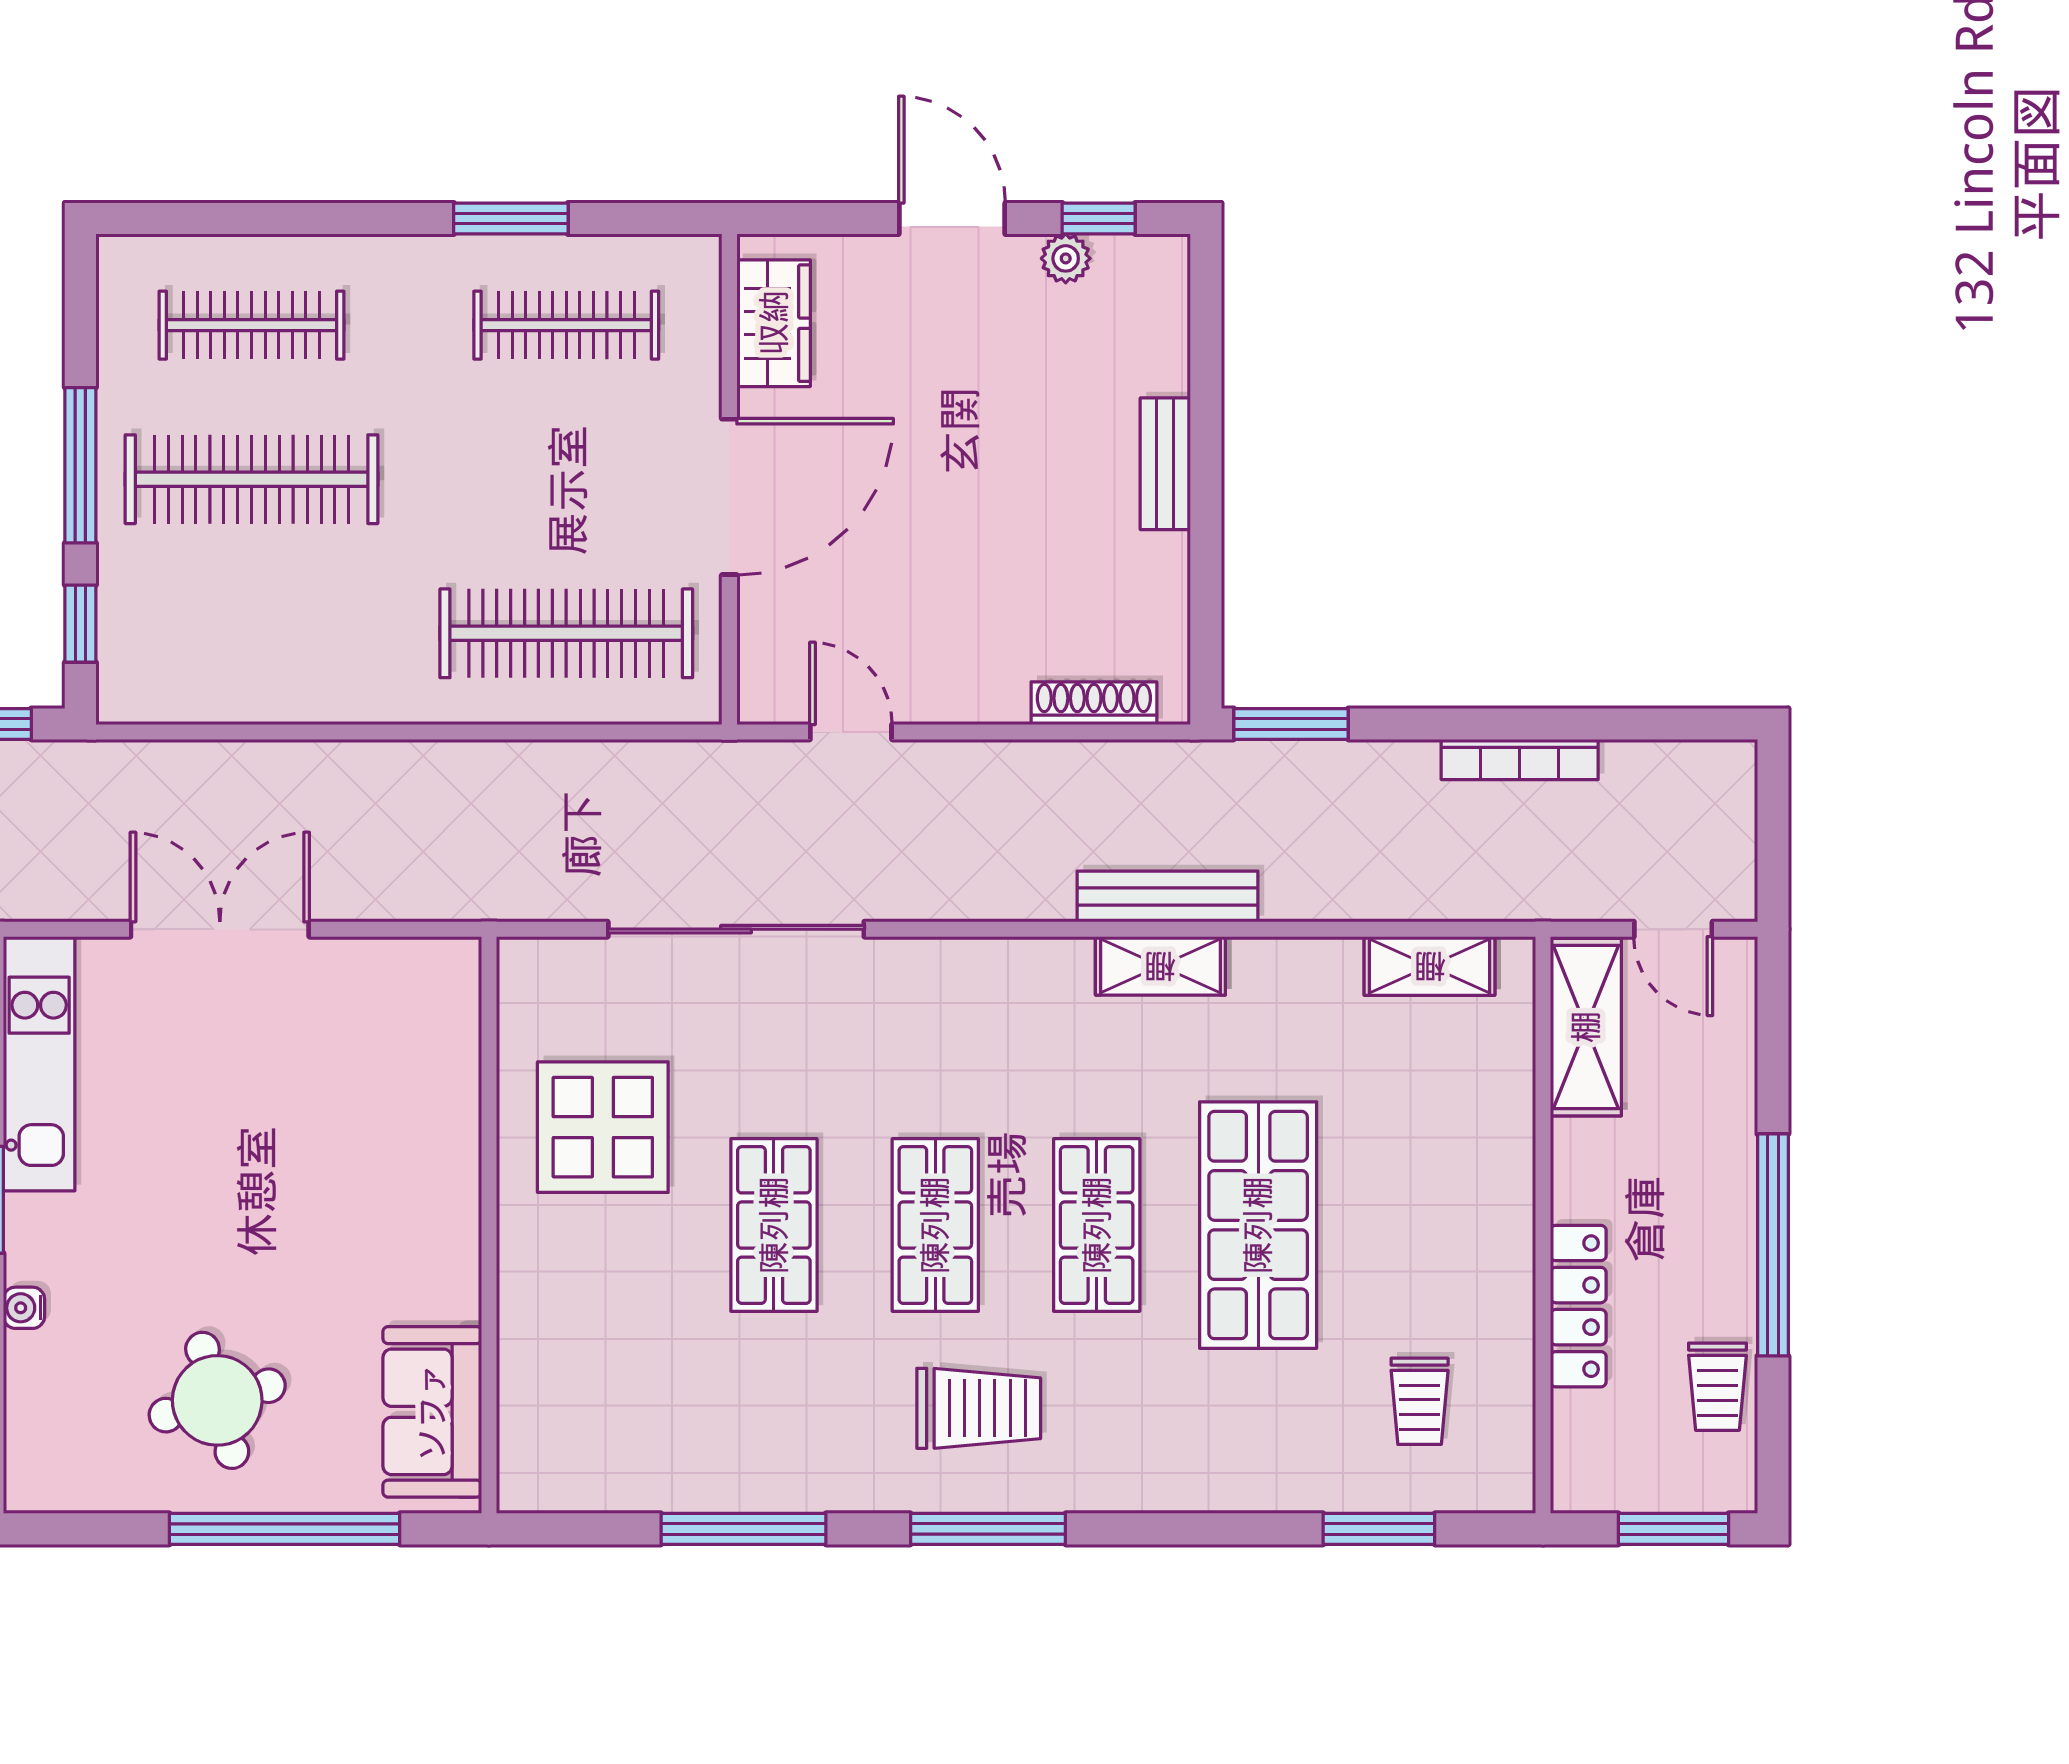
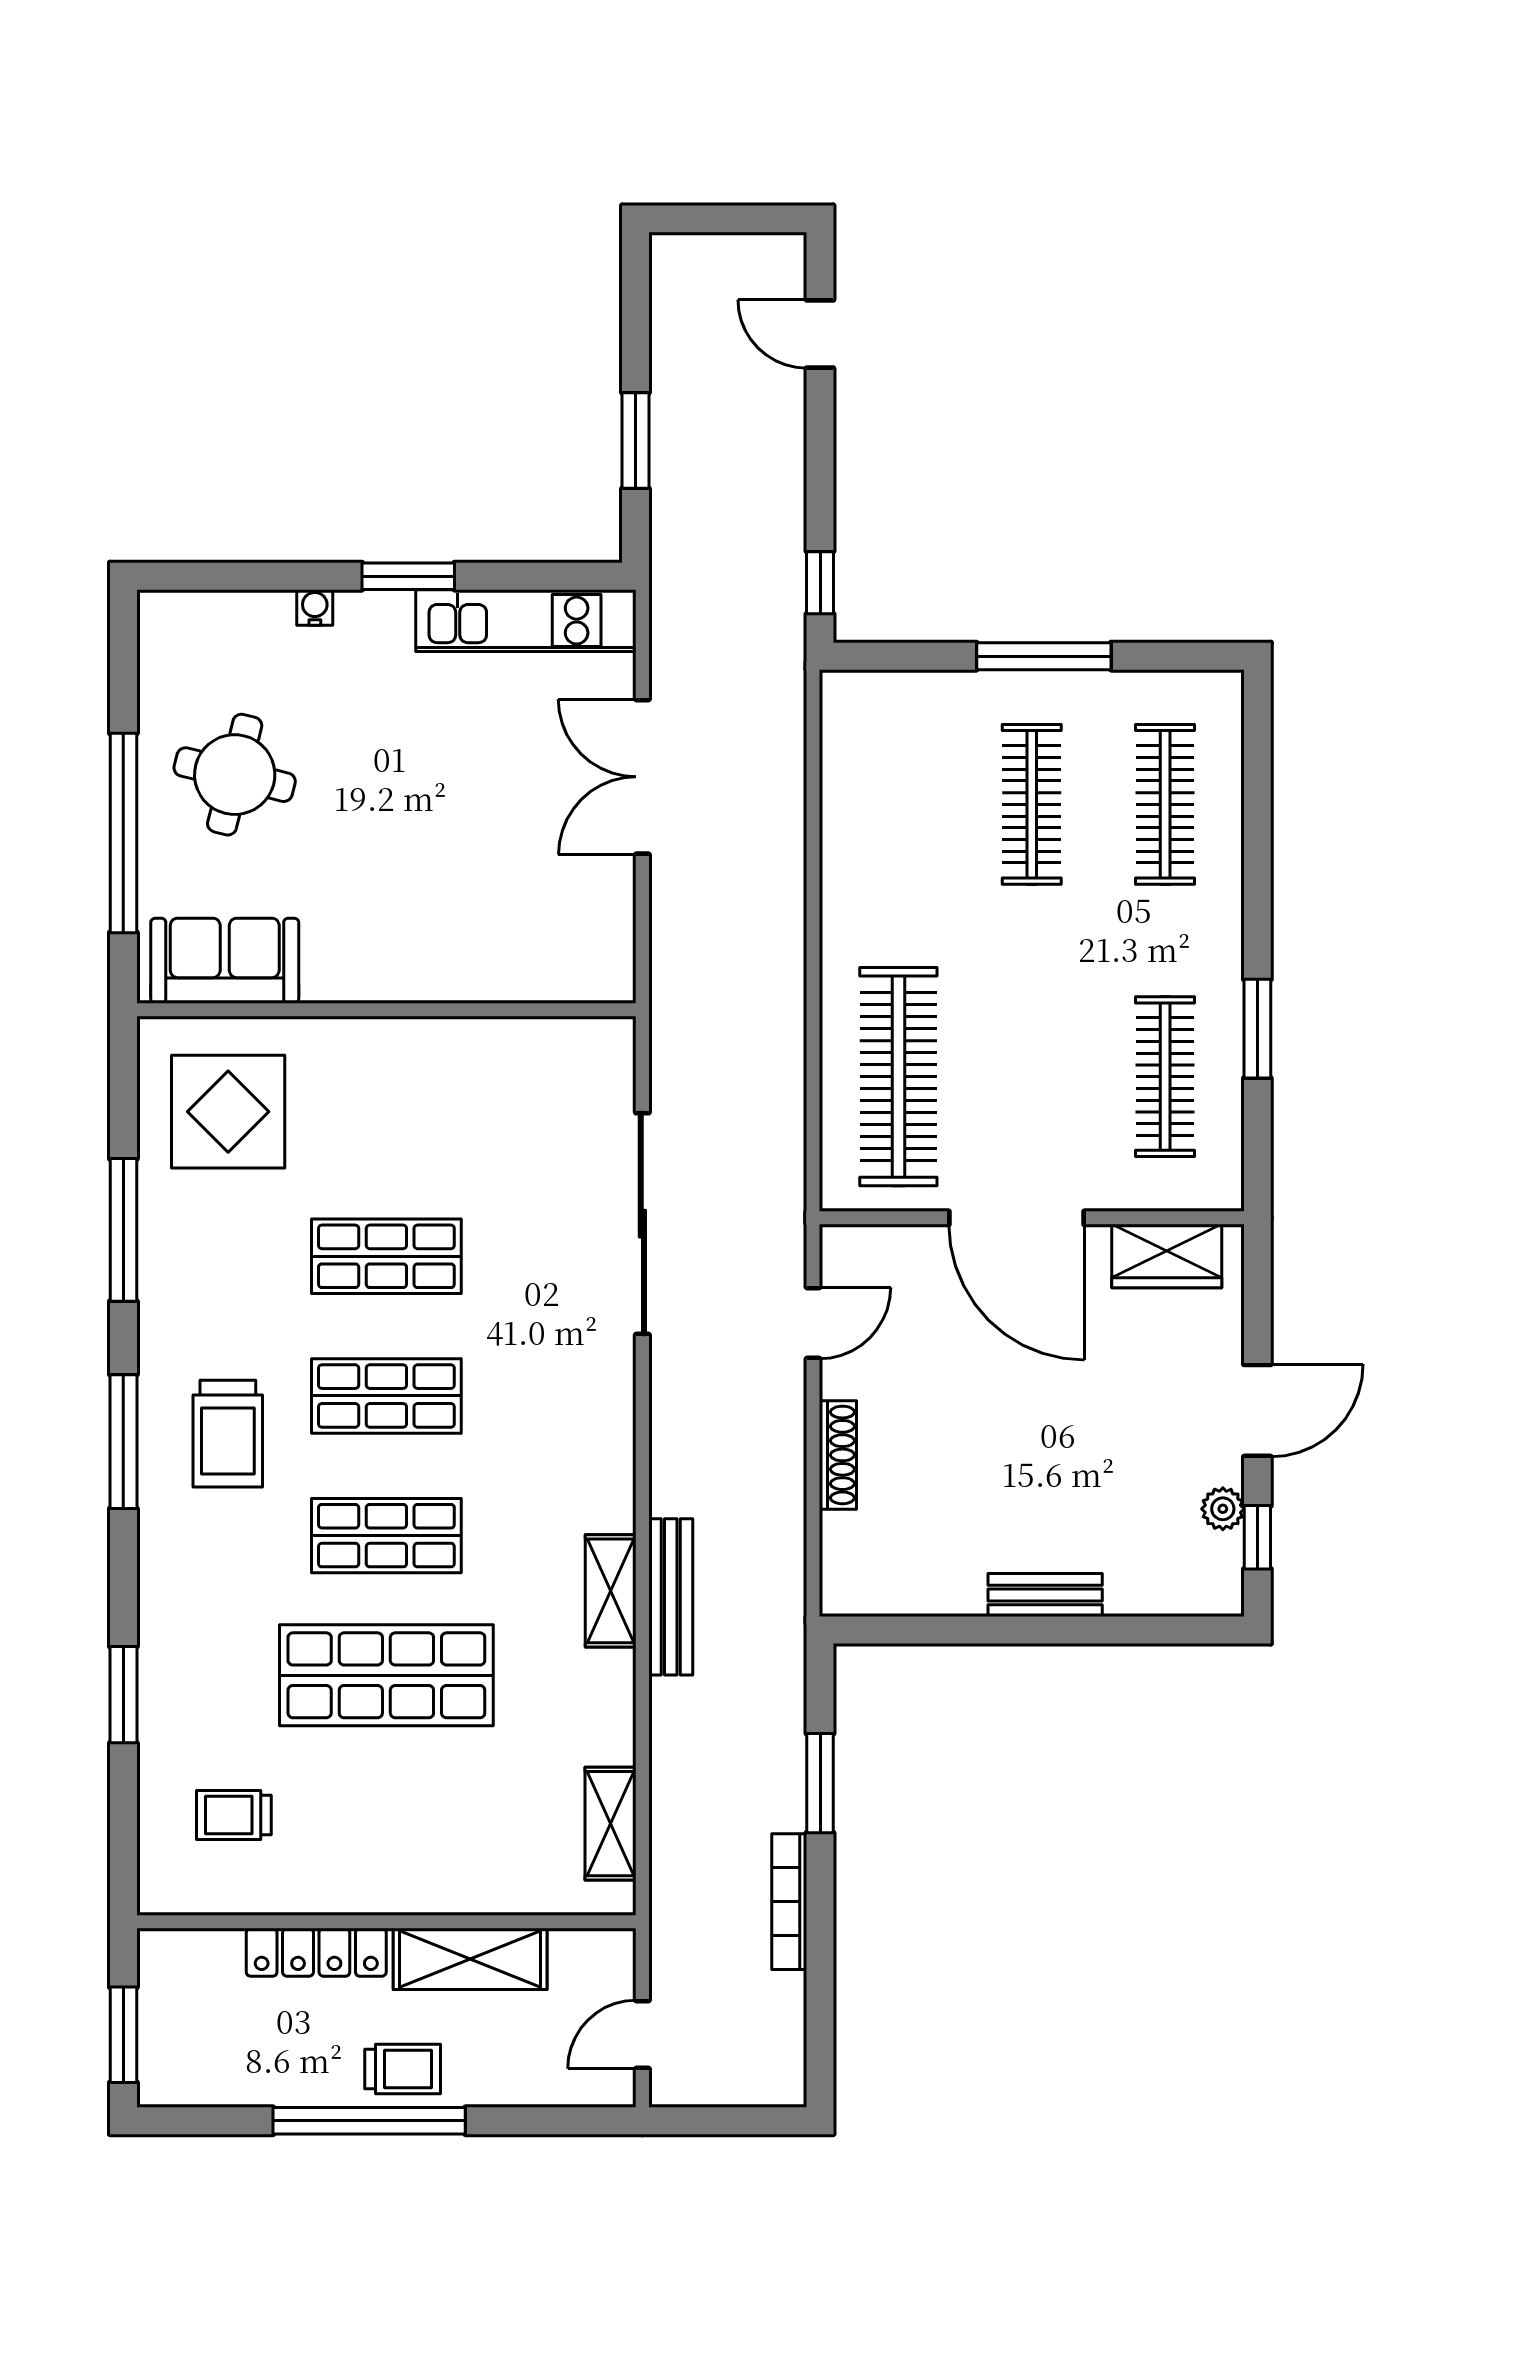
clothes rail: (252, 479) -> (1032, 804), width x0.73, depth x0.76
window: (80, 624) -> (907, 656), removed
shoe rack: (1094, 703) -> (838, 1455), moved
window: (1291, 724) -> (820, 1783), moved
double door: (220, 929) -> (642, 777), swing flipped
shelving: (1586, 1027) -> (470, 1959), moved
display table: (603, 1127) -> (228, 1112), moved
trolley: (1717, 1387) -> (403, 2069), moved, turned 180
round table: (217, 1400) -> (235, 775), turned 30
window: (1379, 1529) -> (123, 1695), moved

